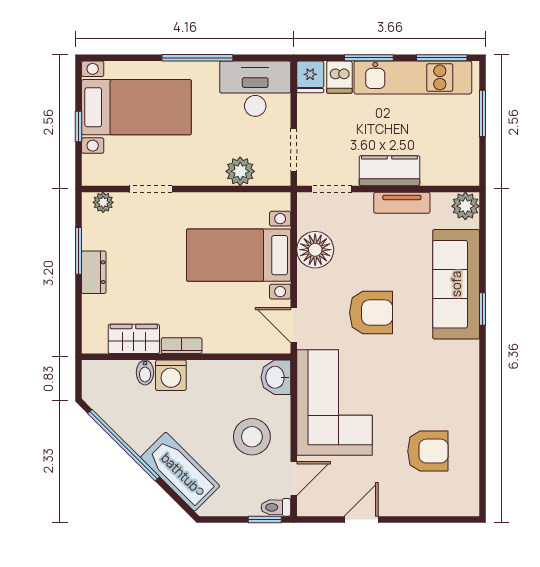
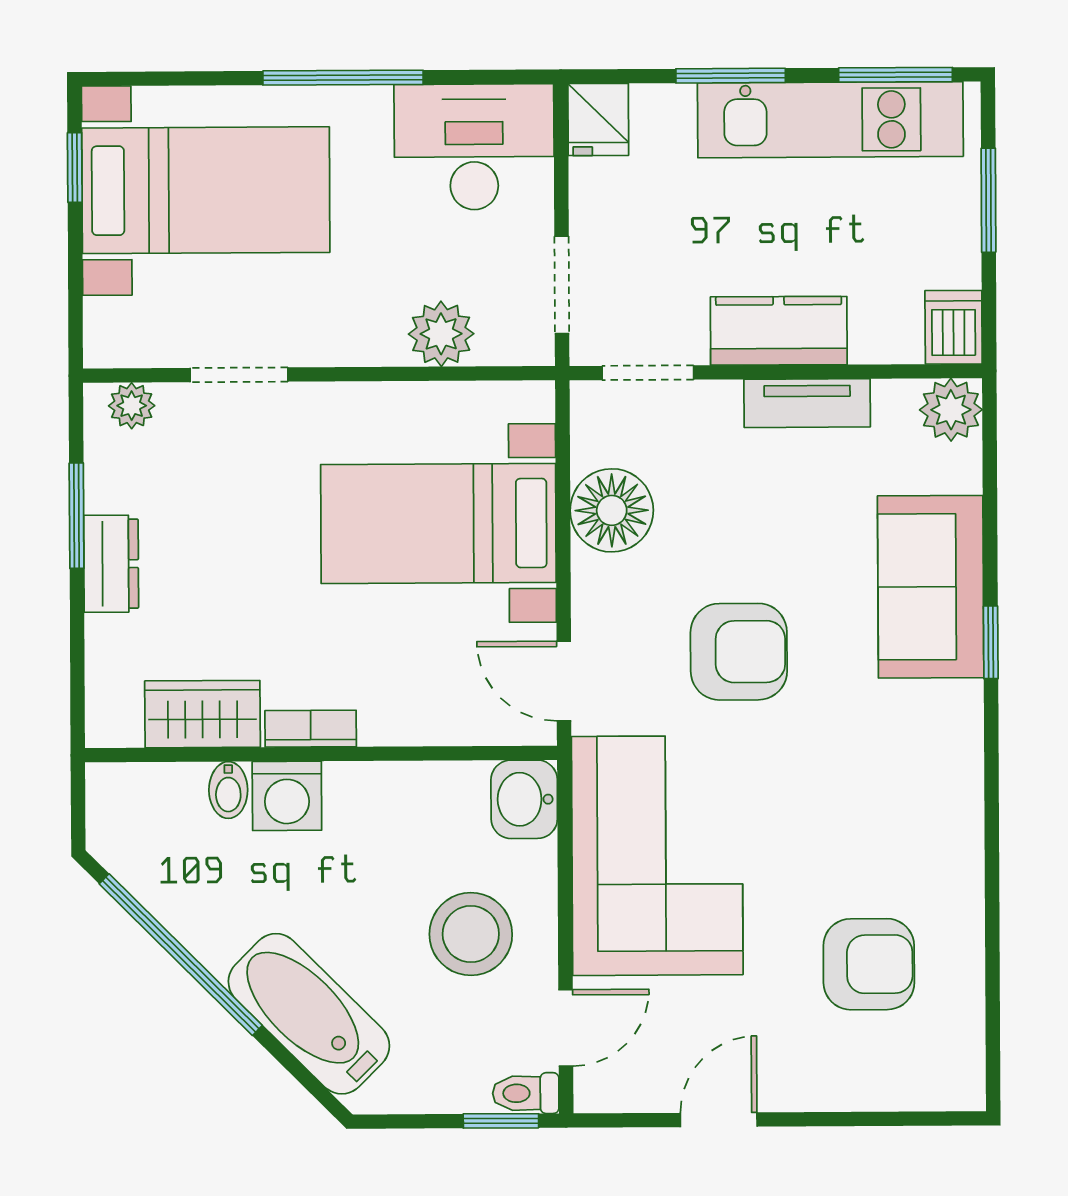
dishwasher: (339, 77) -> (954, 327), moved, turned 180
window: (79, 127) -> (75, 167), moved
sofa: (456, 284) -> (931, 587), width x0.73

